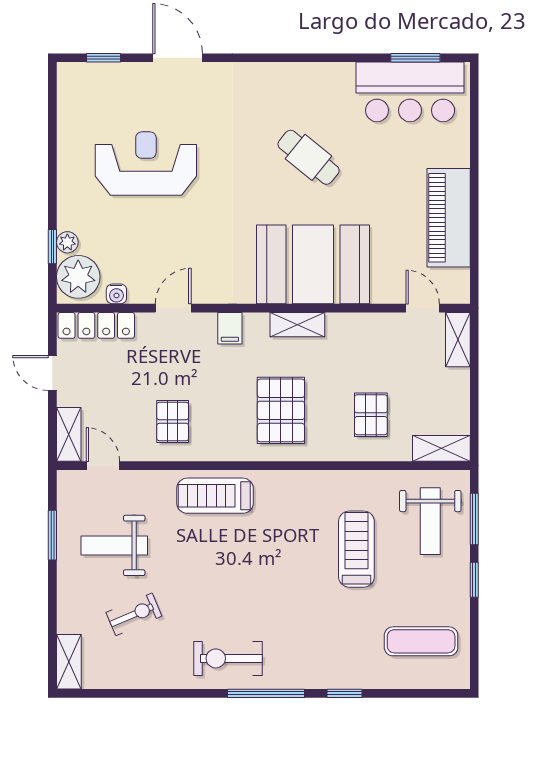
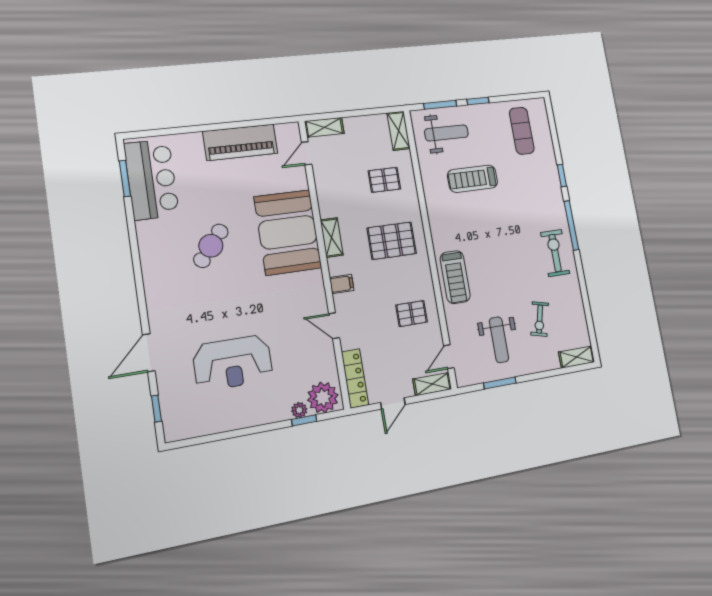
reception desk: (146, 164) -> (233, 363), turned -90
water cooler: (116, 294) -> (331, 368), removed
exercise bike: (134, 614) -> (540, 319), turned -143
exercise bike: (228, 658) -> (555, 253), turned 180

